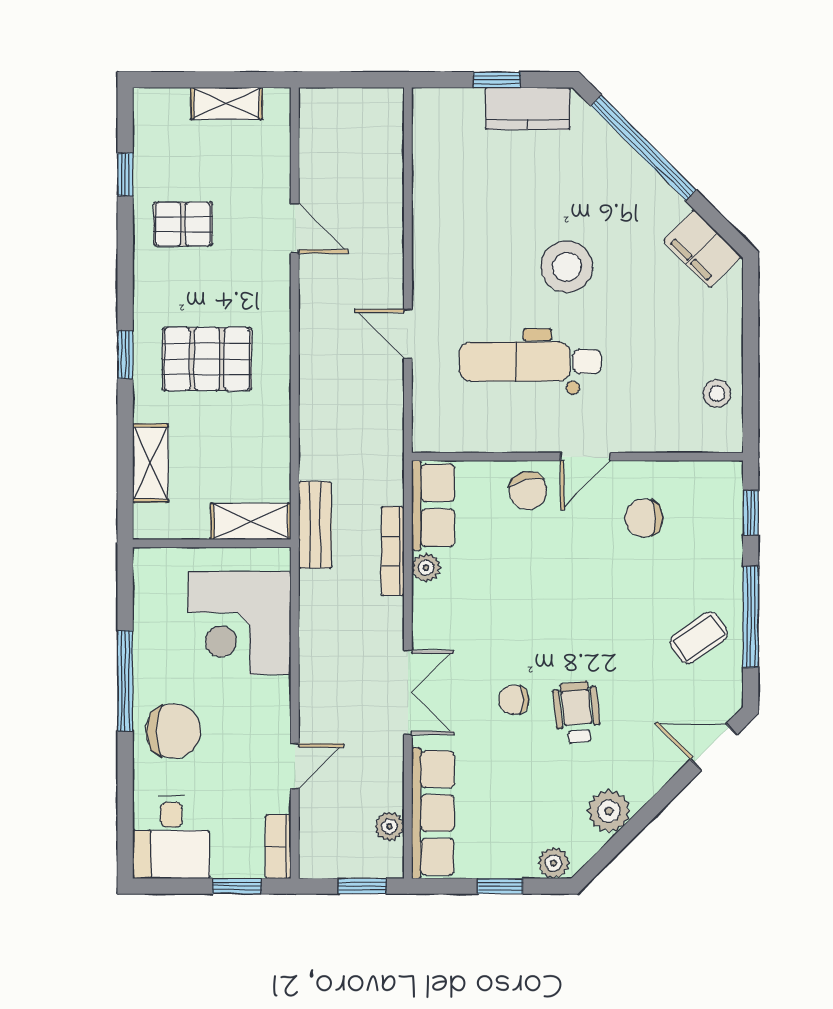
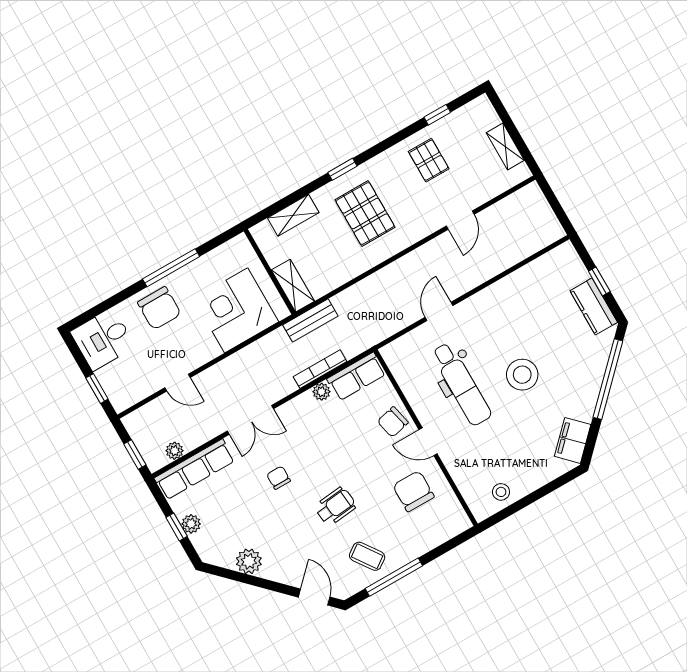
dental chair: (530, 362) -> (461, 384), turned 180
window: (751, 513) -> (449, 546), removed
chair: (644, 518) -> (413, 491), width x1.37, depth x1.37
wheelchair: (577, 712) -> (335, 506), moved
bookcase: (278, 847) -> (130, 398), removed
plant: (554, 863) -> (191, 524), moved

